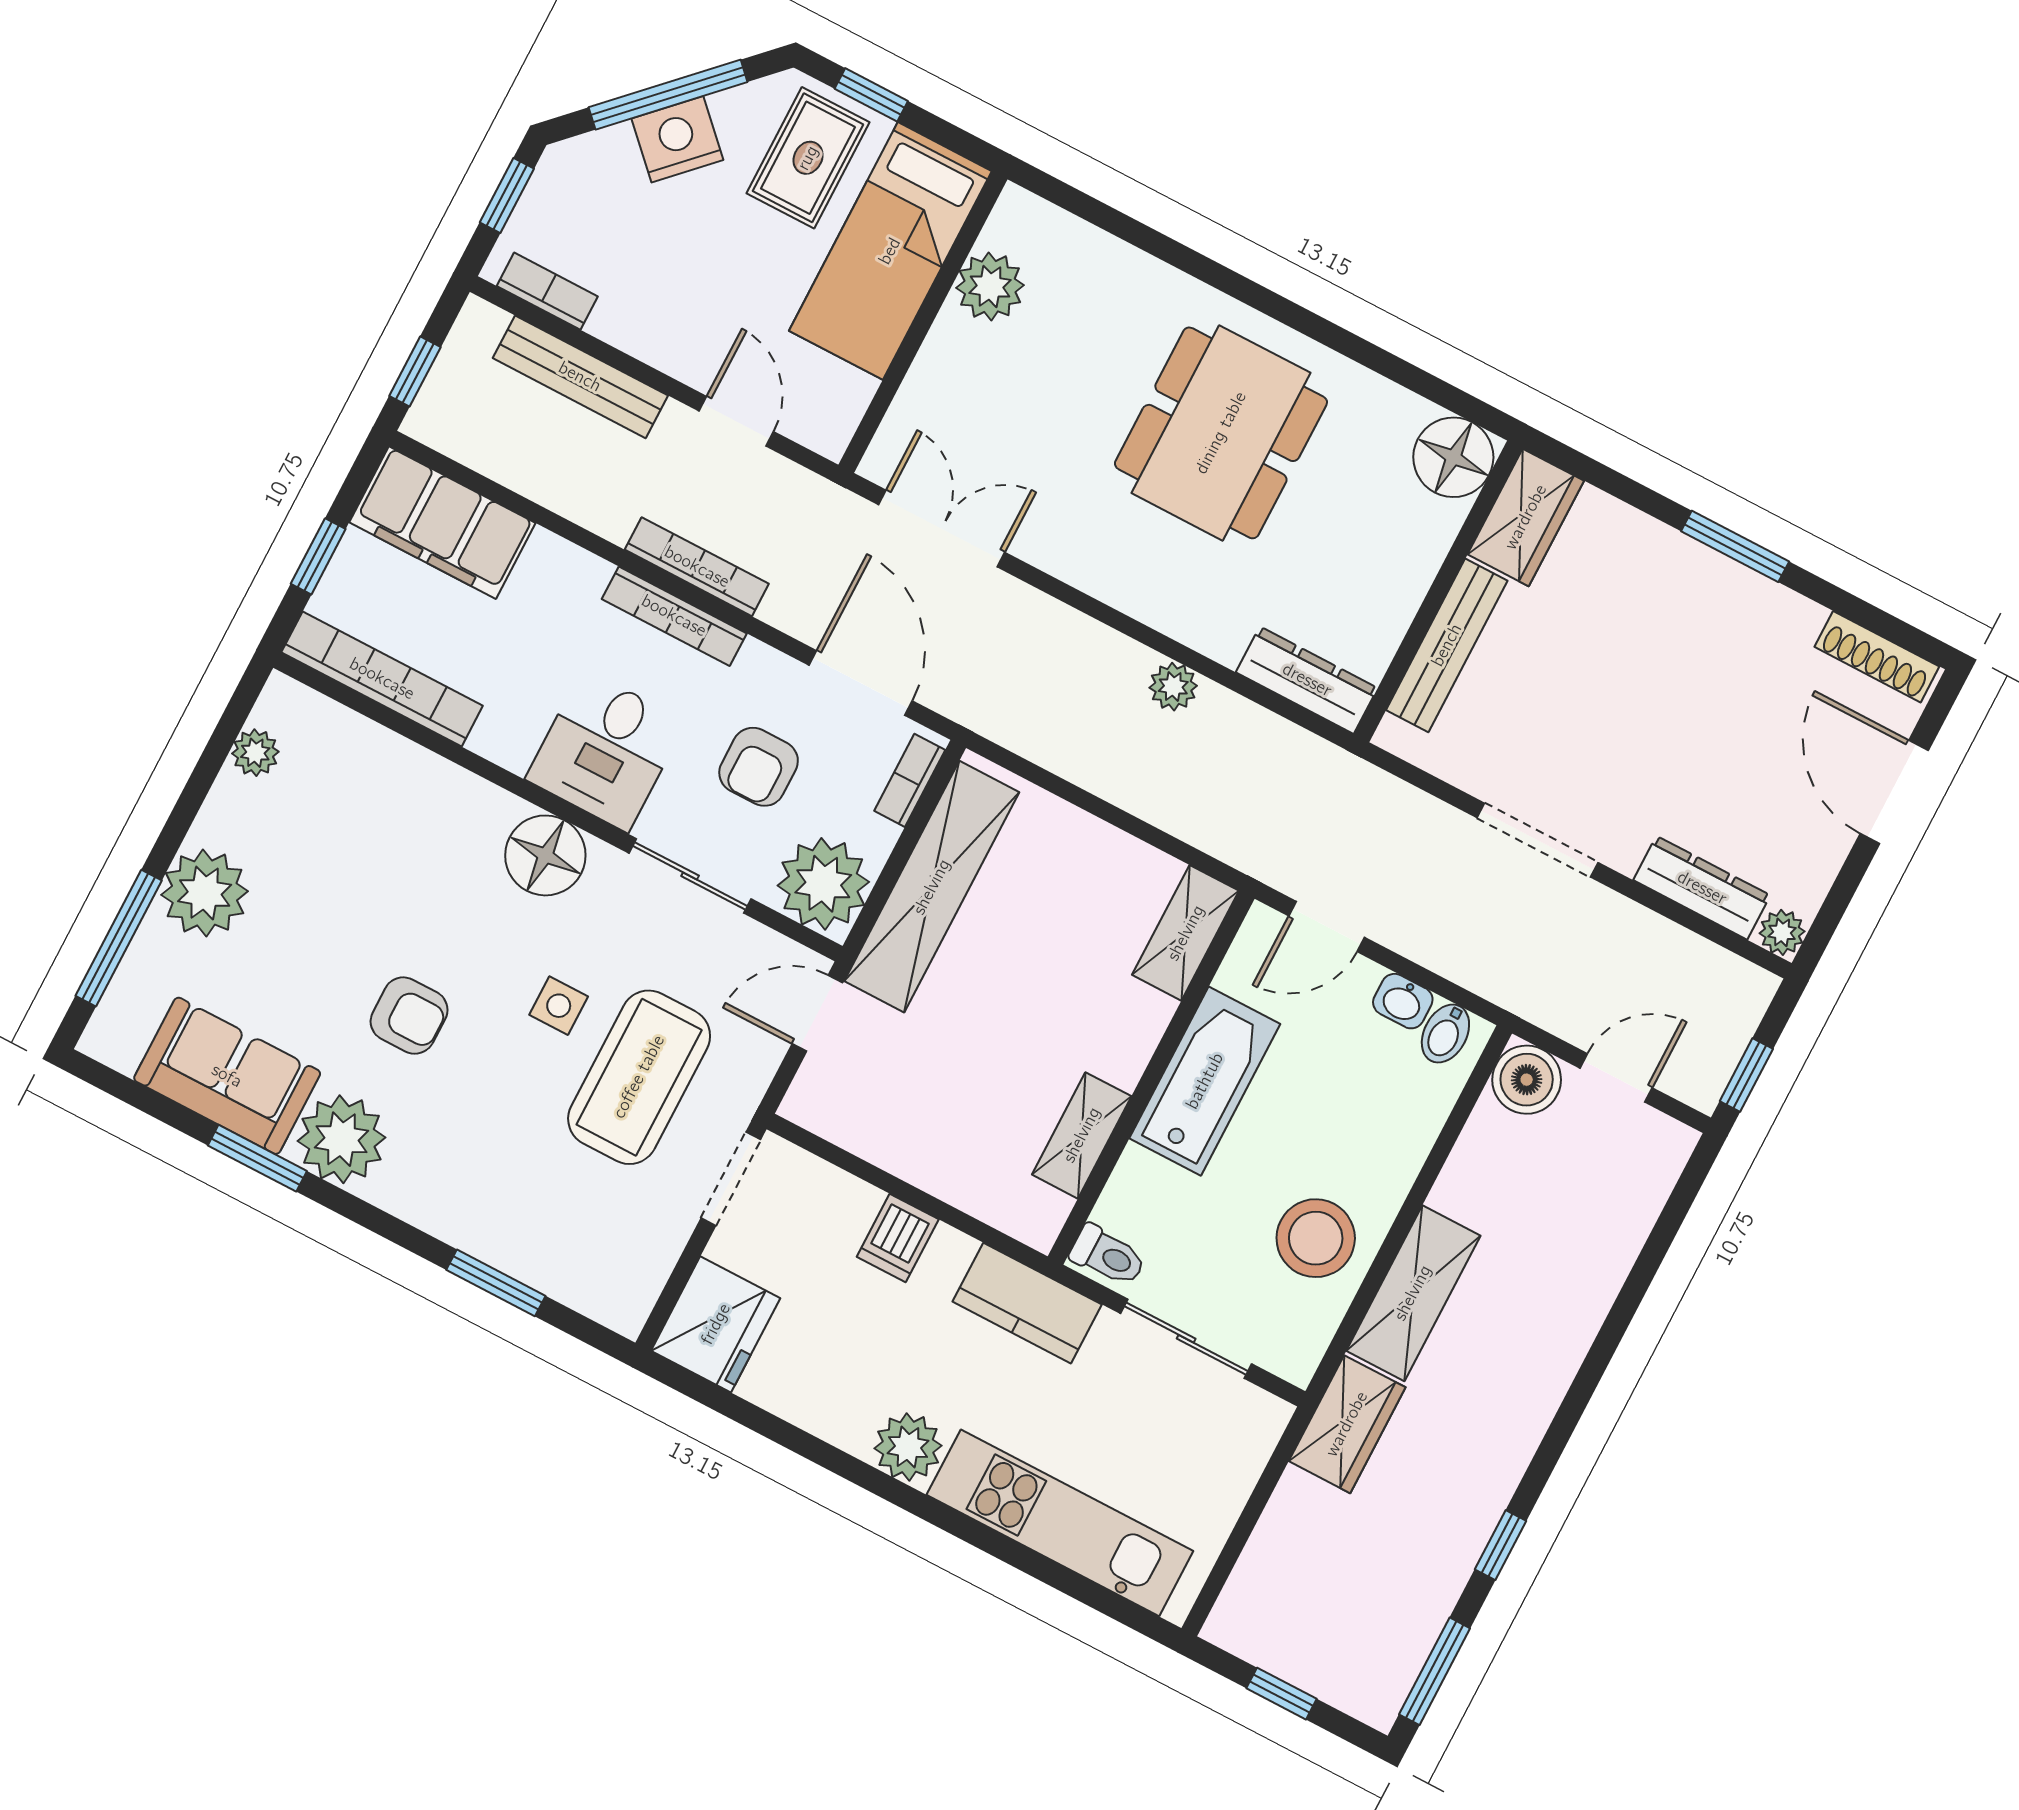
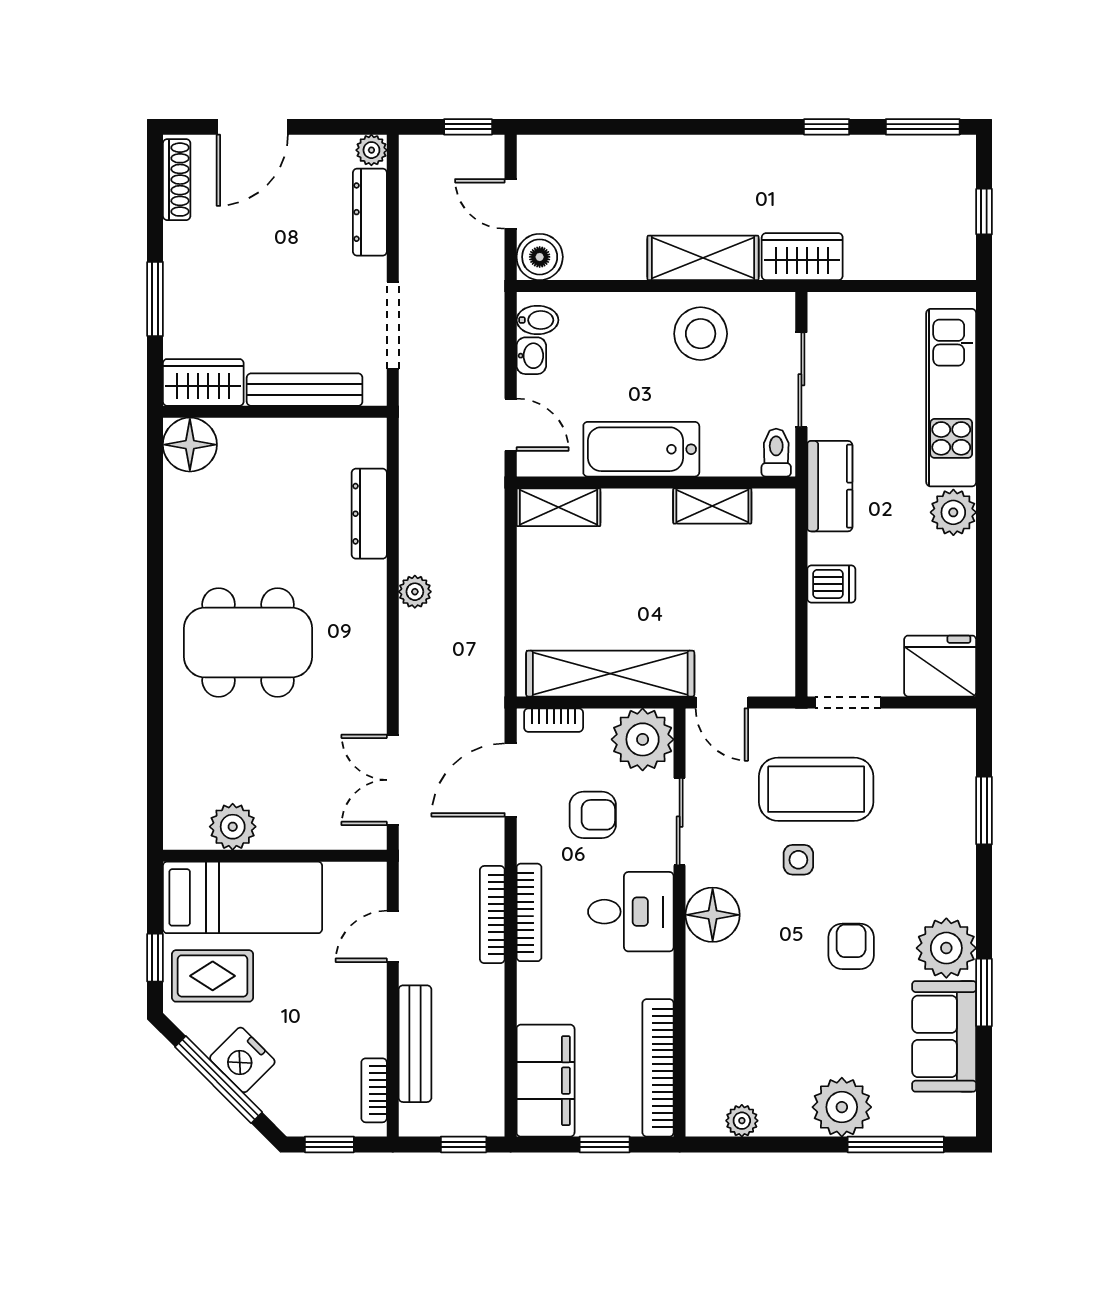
floor lamp: (1453, 457) -> (190, 445), moved
wardrobe: (1526, 517) -> (203, 382), moved
wall: (1438, 591) -> (275, 412), moved
bench: (1447, 645) -> (305, 390), moved

